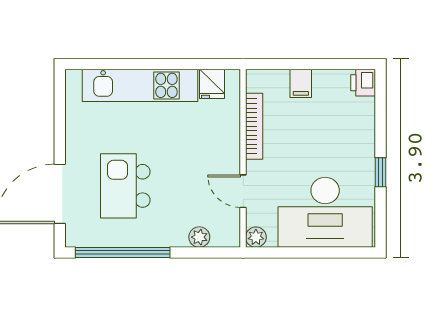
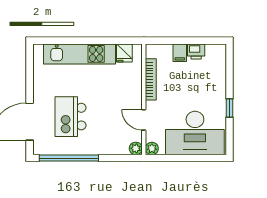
printer: (363, 83) -> (196, 51), moved, turned -90
plant: (199, 237) -> (136, 148), moved

